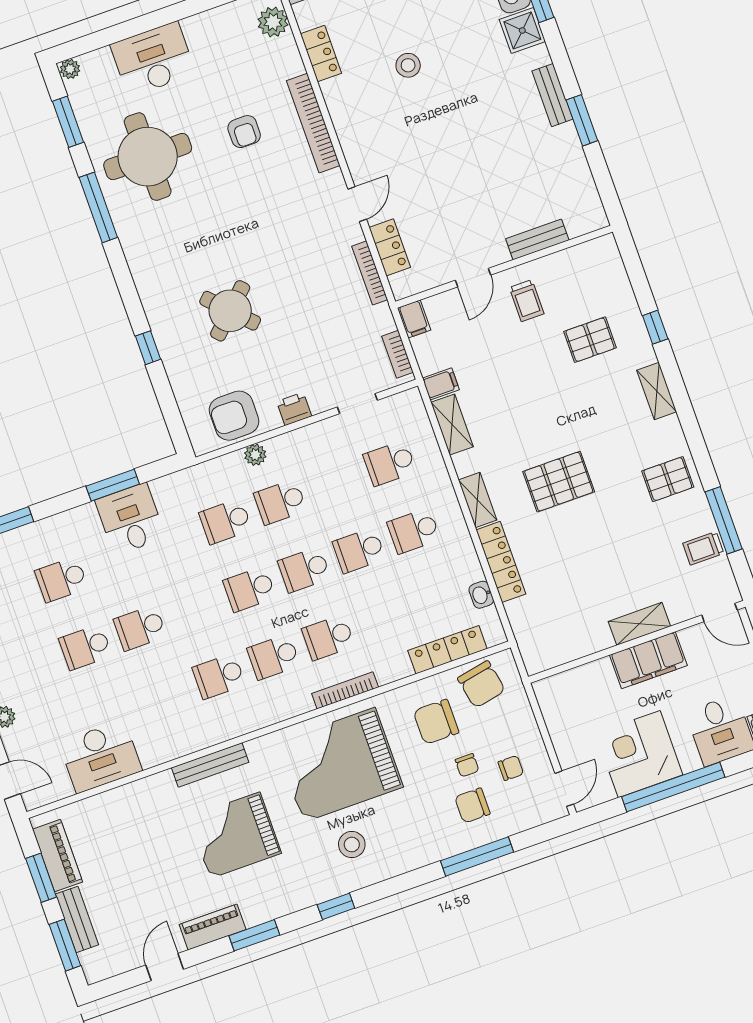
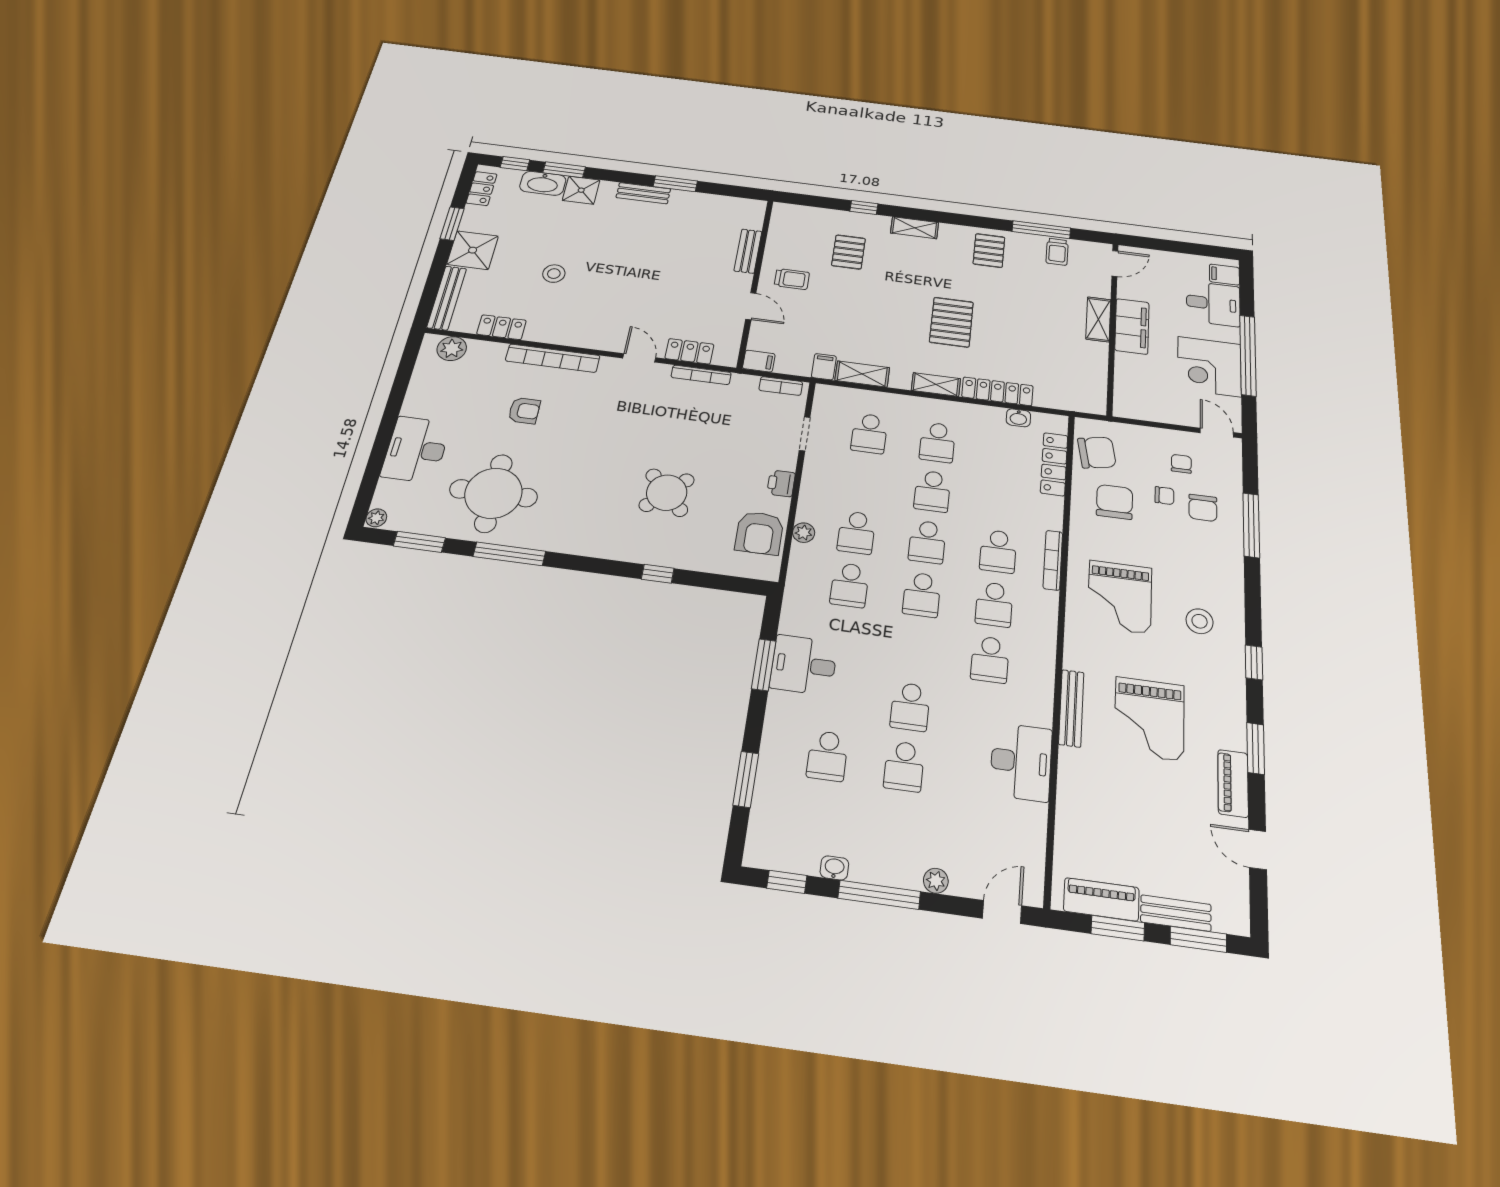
chair: (436, 722) -> (1115, 502), turned 180
desk: (100, 757) -> (1021, 762), moved
grand piano: (339, 765) -> (1120, 597), width x0.73, depth x0.68

